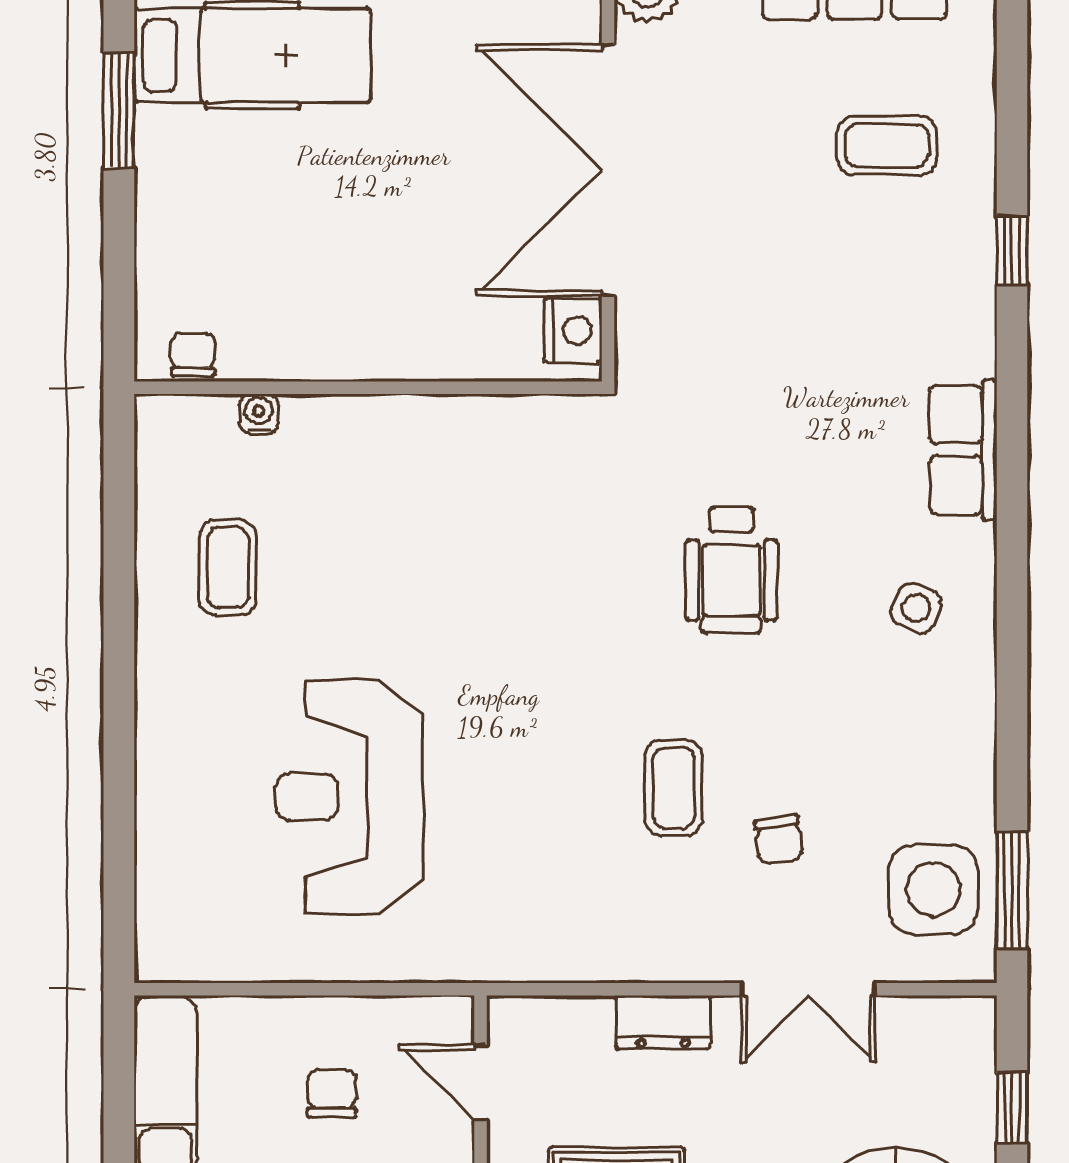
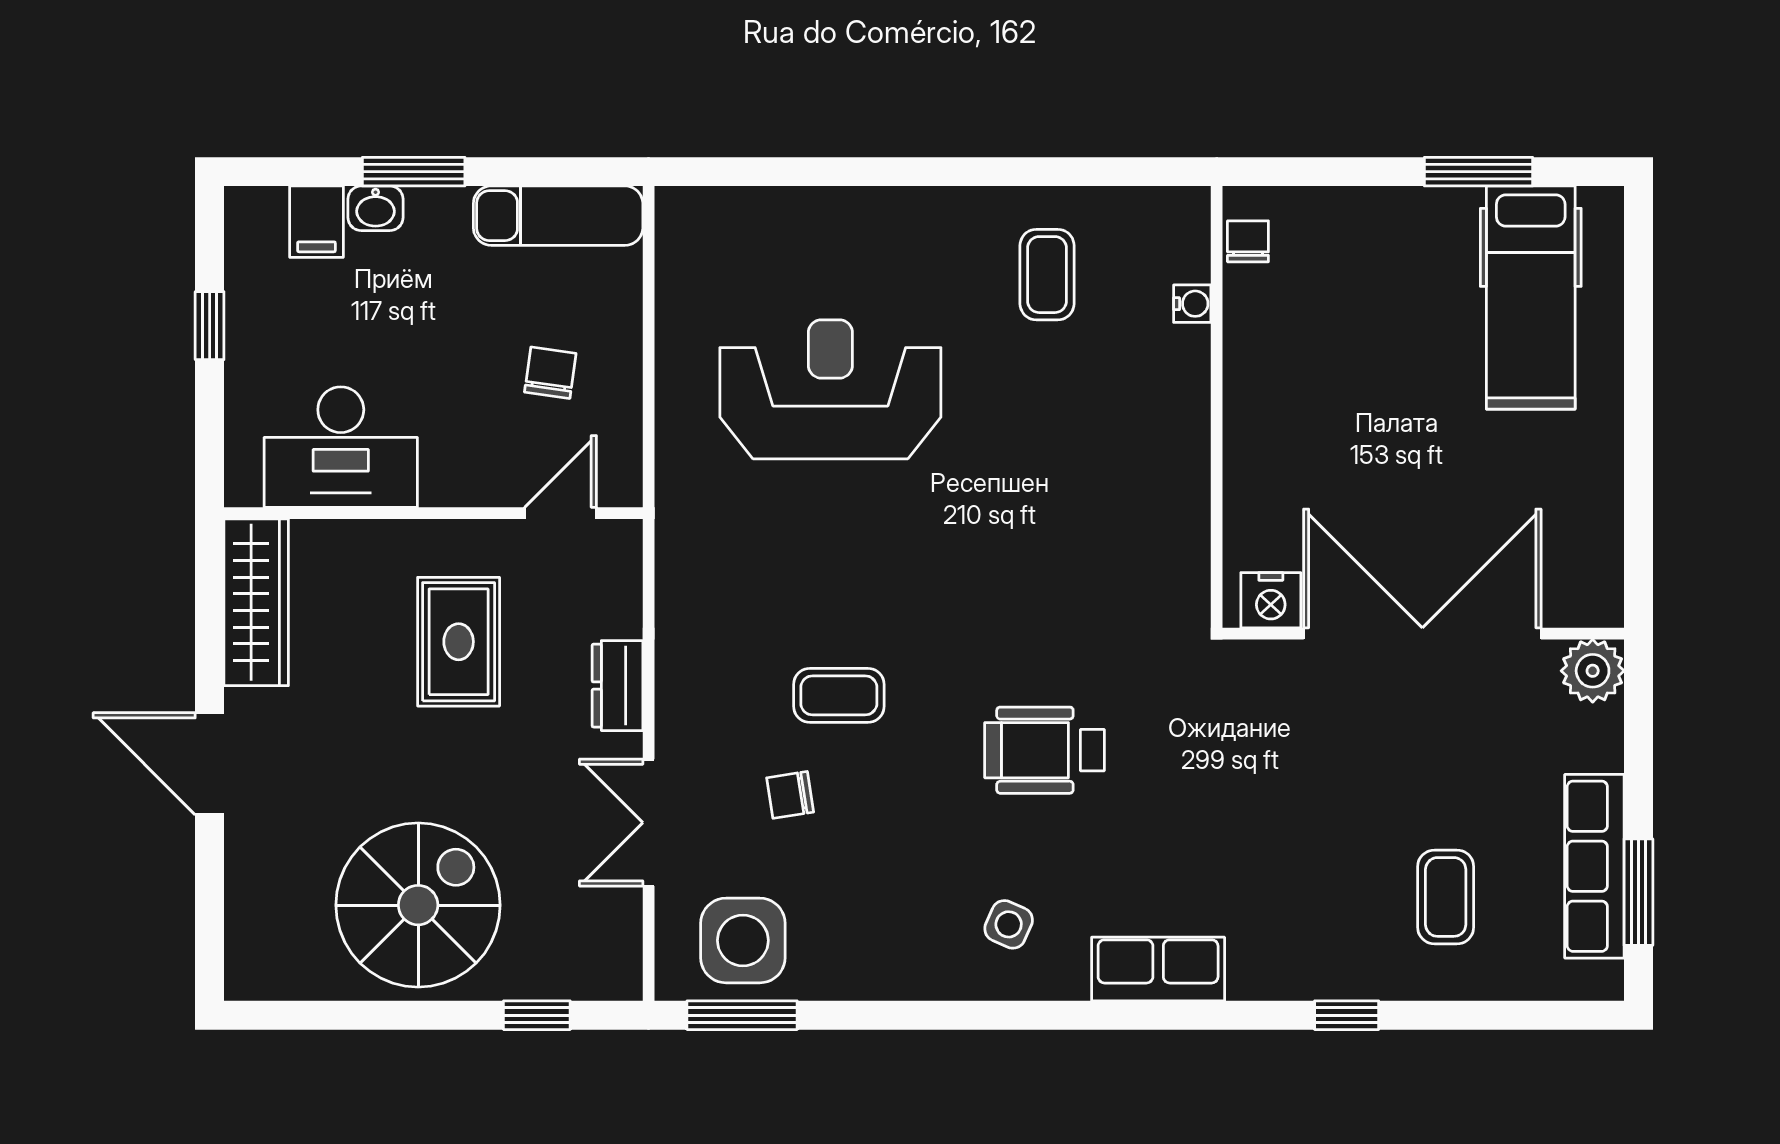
chair: (193, 355) -> (1248, 241), turned -90
coffee table: (228, 567) -> (1047, 275), turned 90
chair: (332, 1093) -> (550, 373), turned -82

